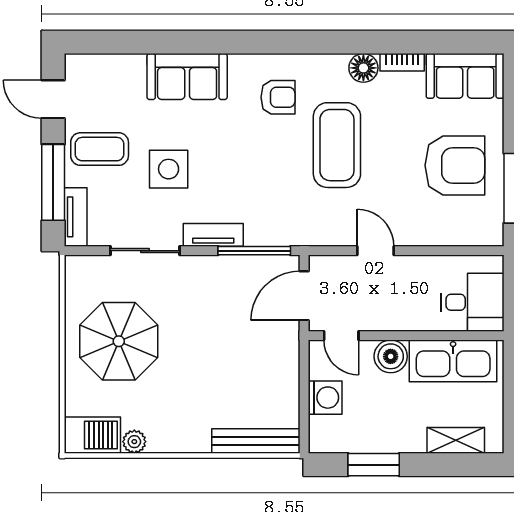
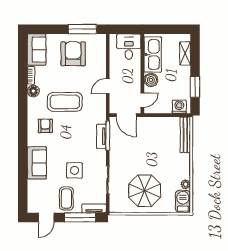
tv unit: (213, 235) -> (101, 136), moved
washing machine: (325, 398) -> (179, 107), moved

